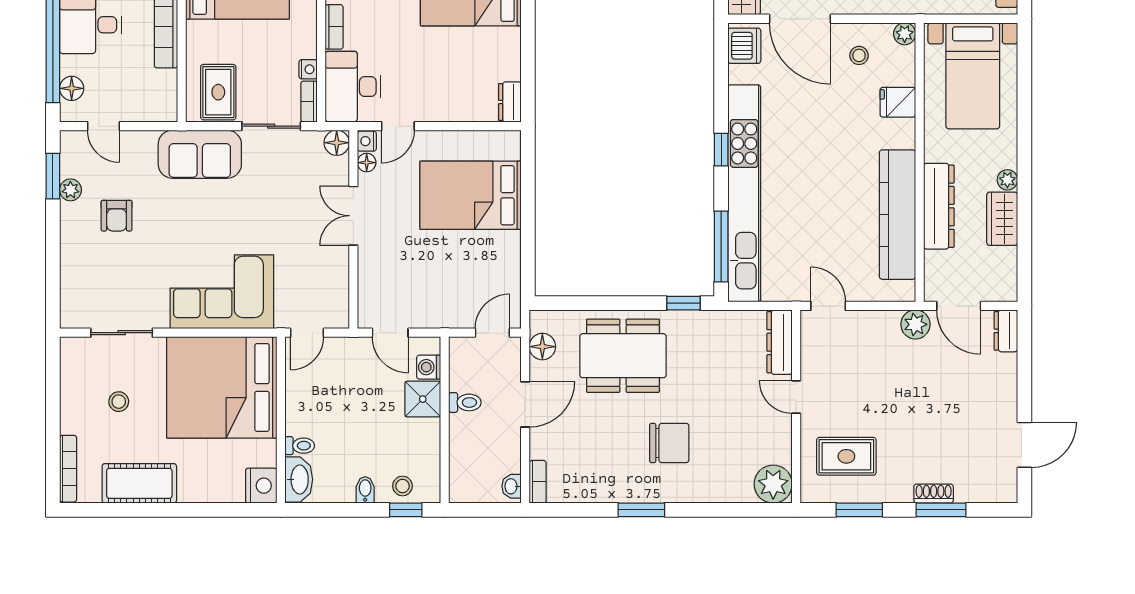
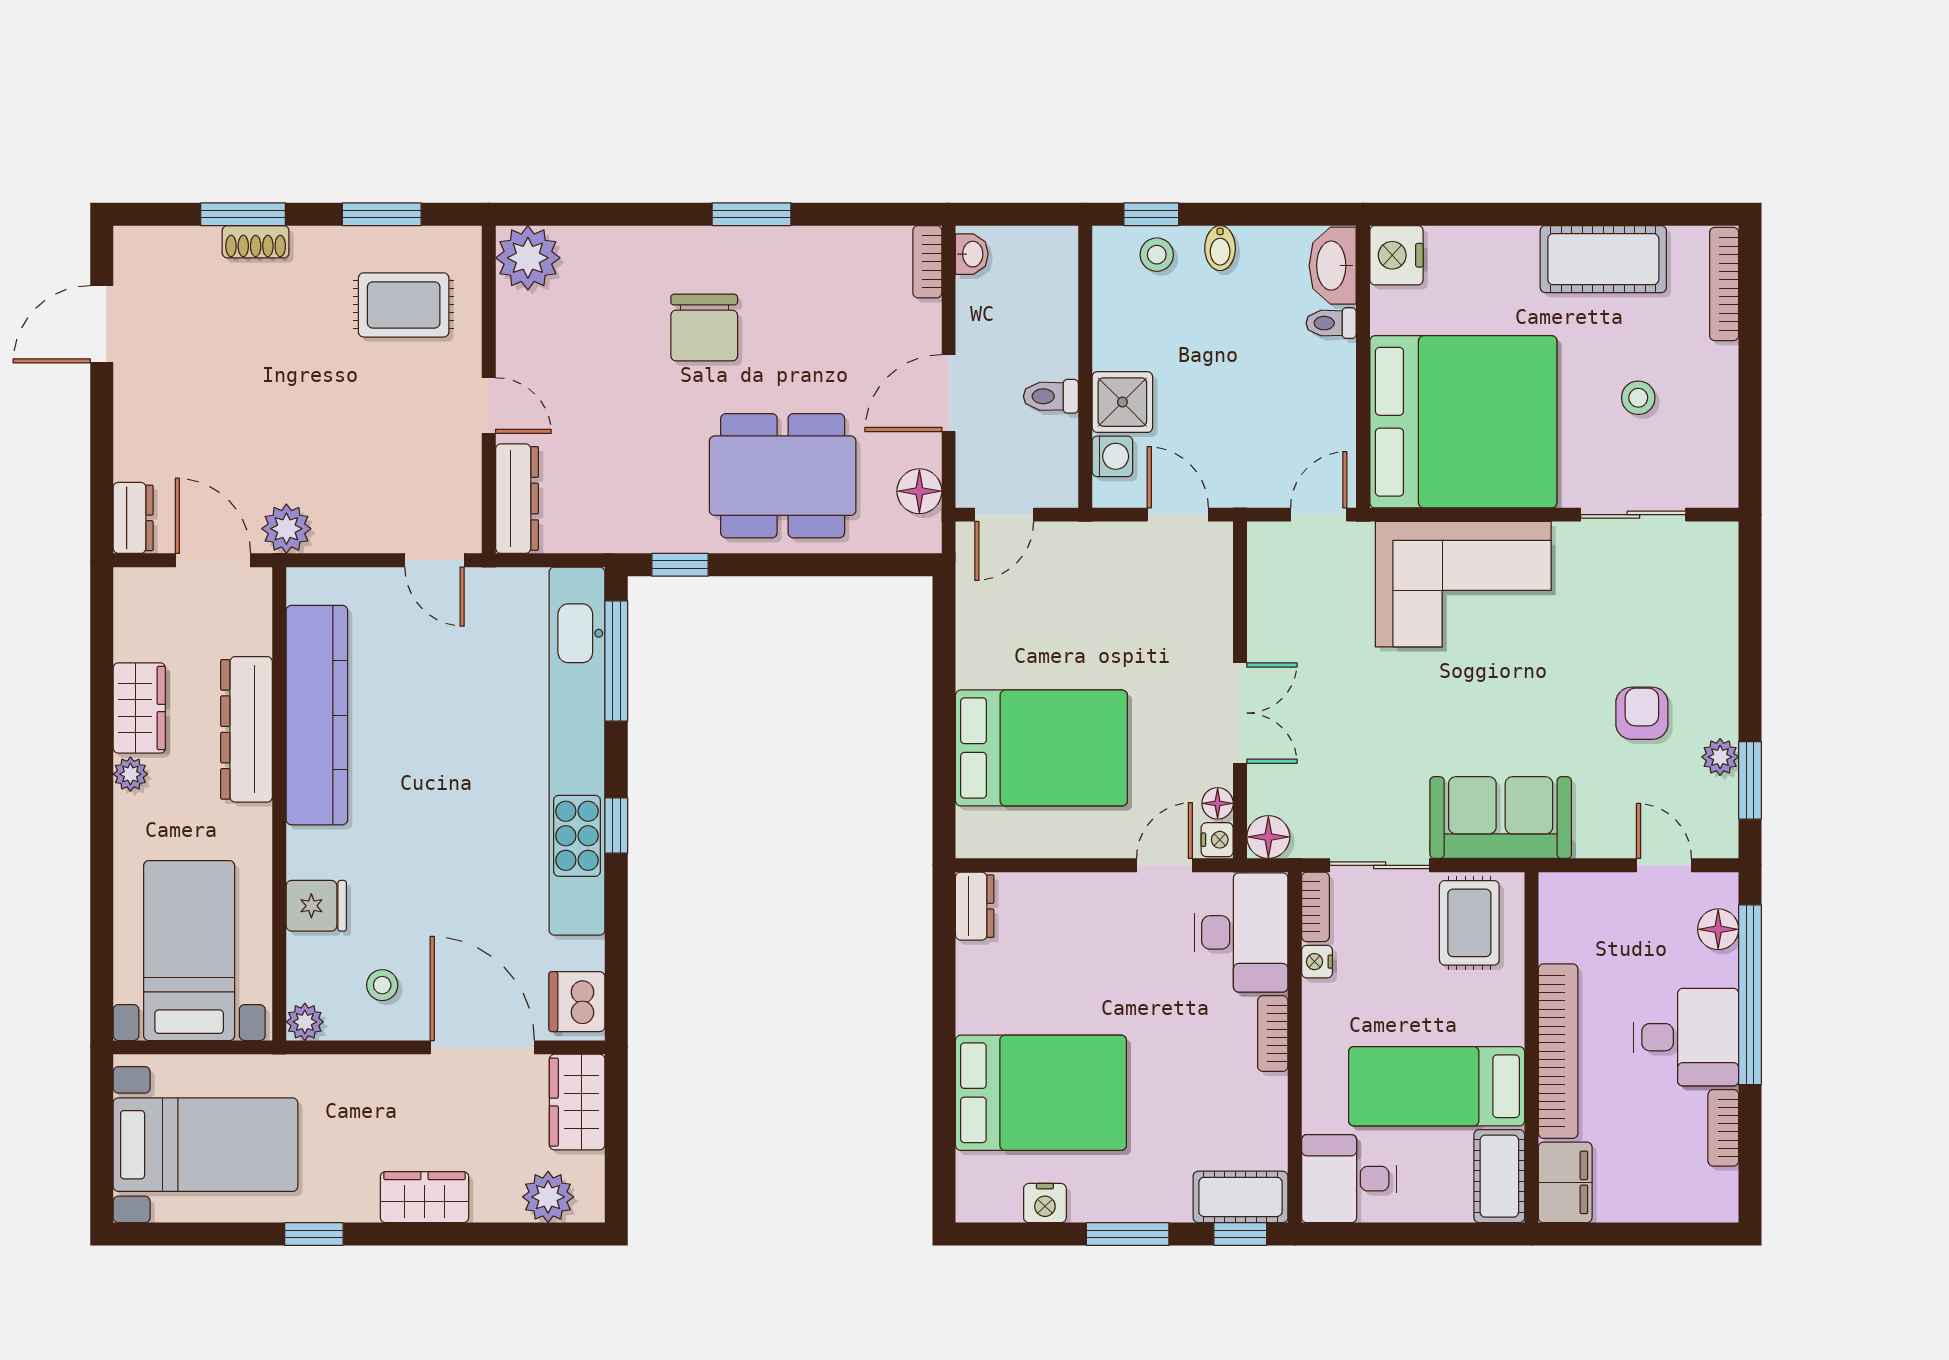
chair: (669, 443) -> (704, 328), turned -90

